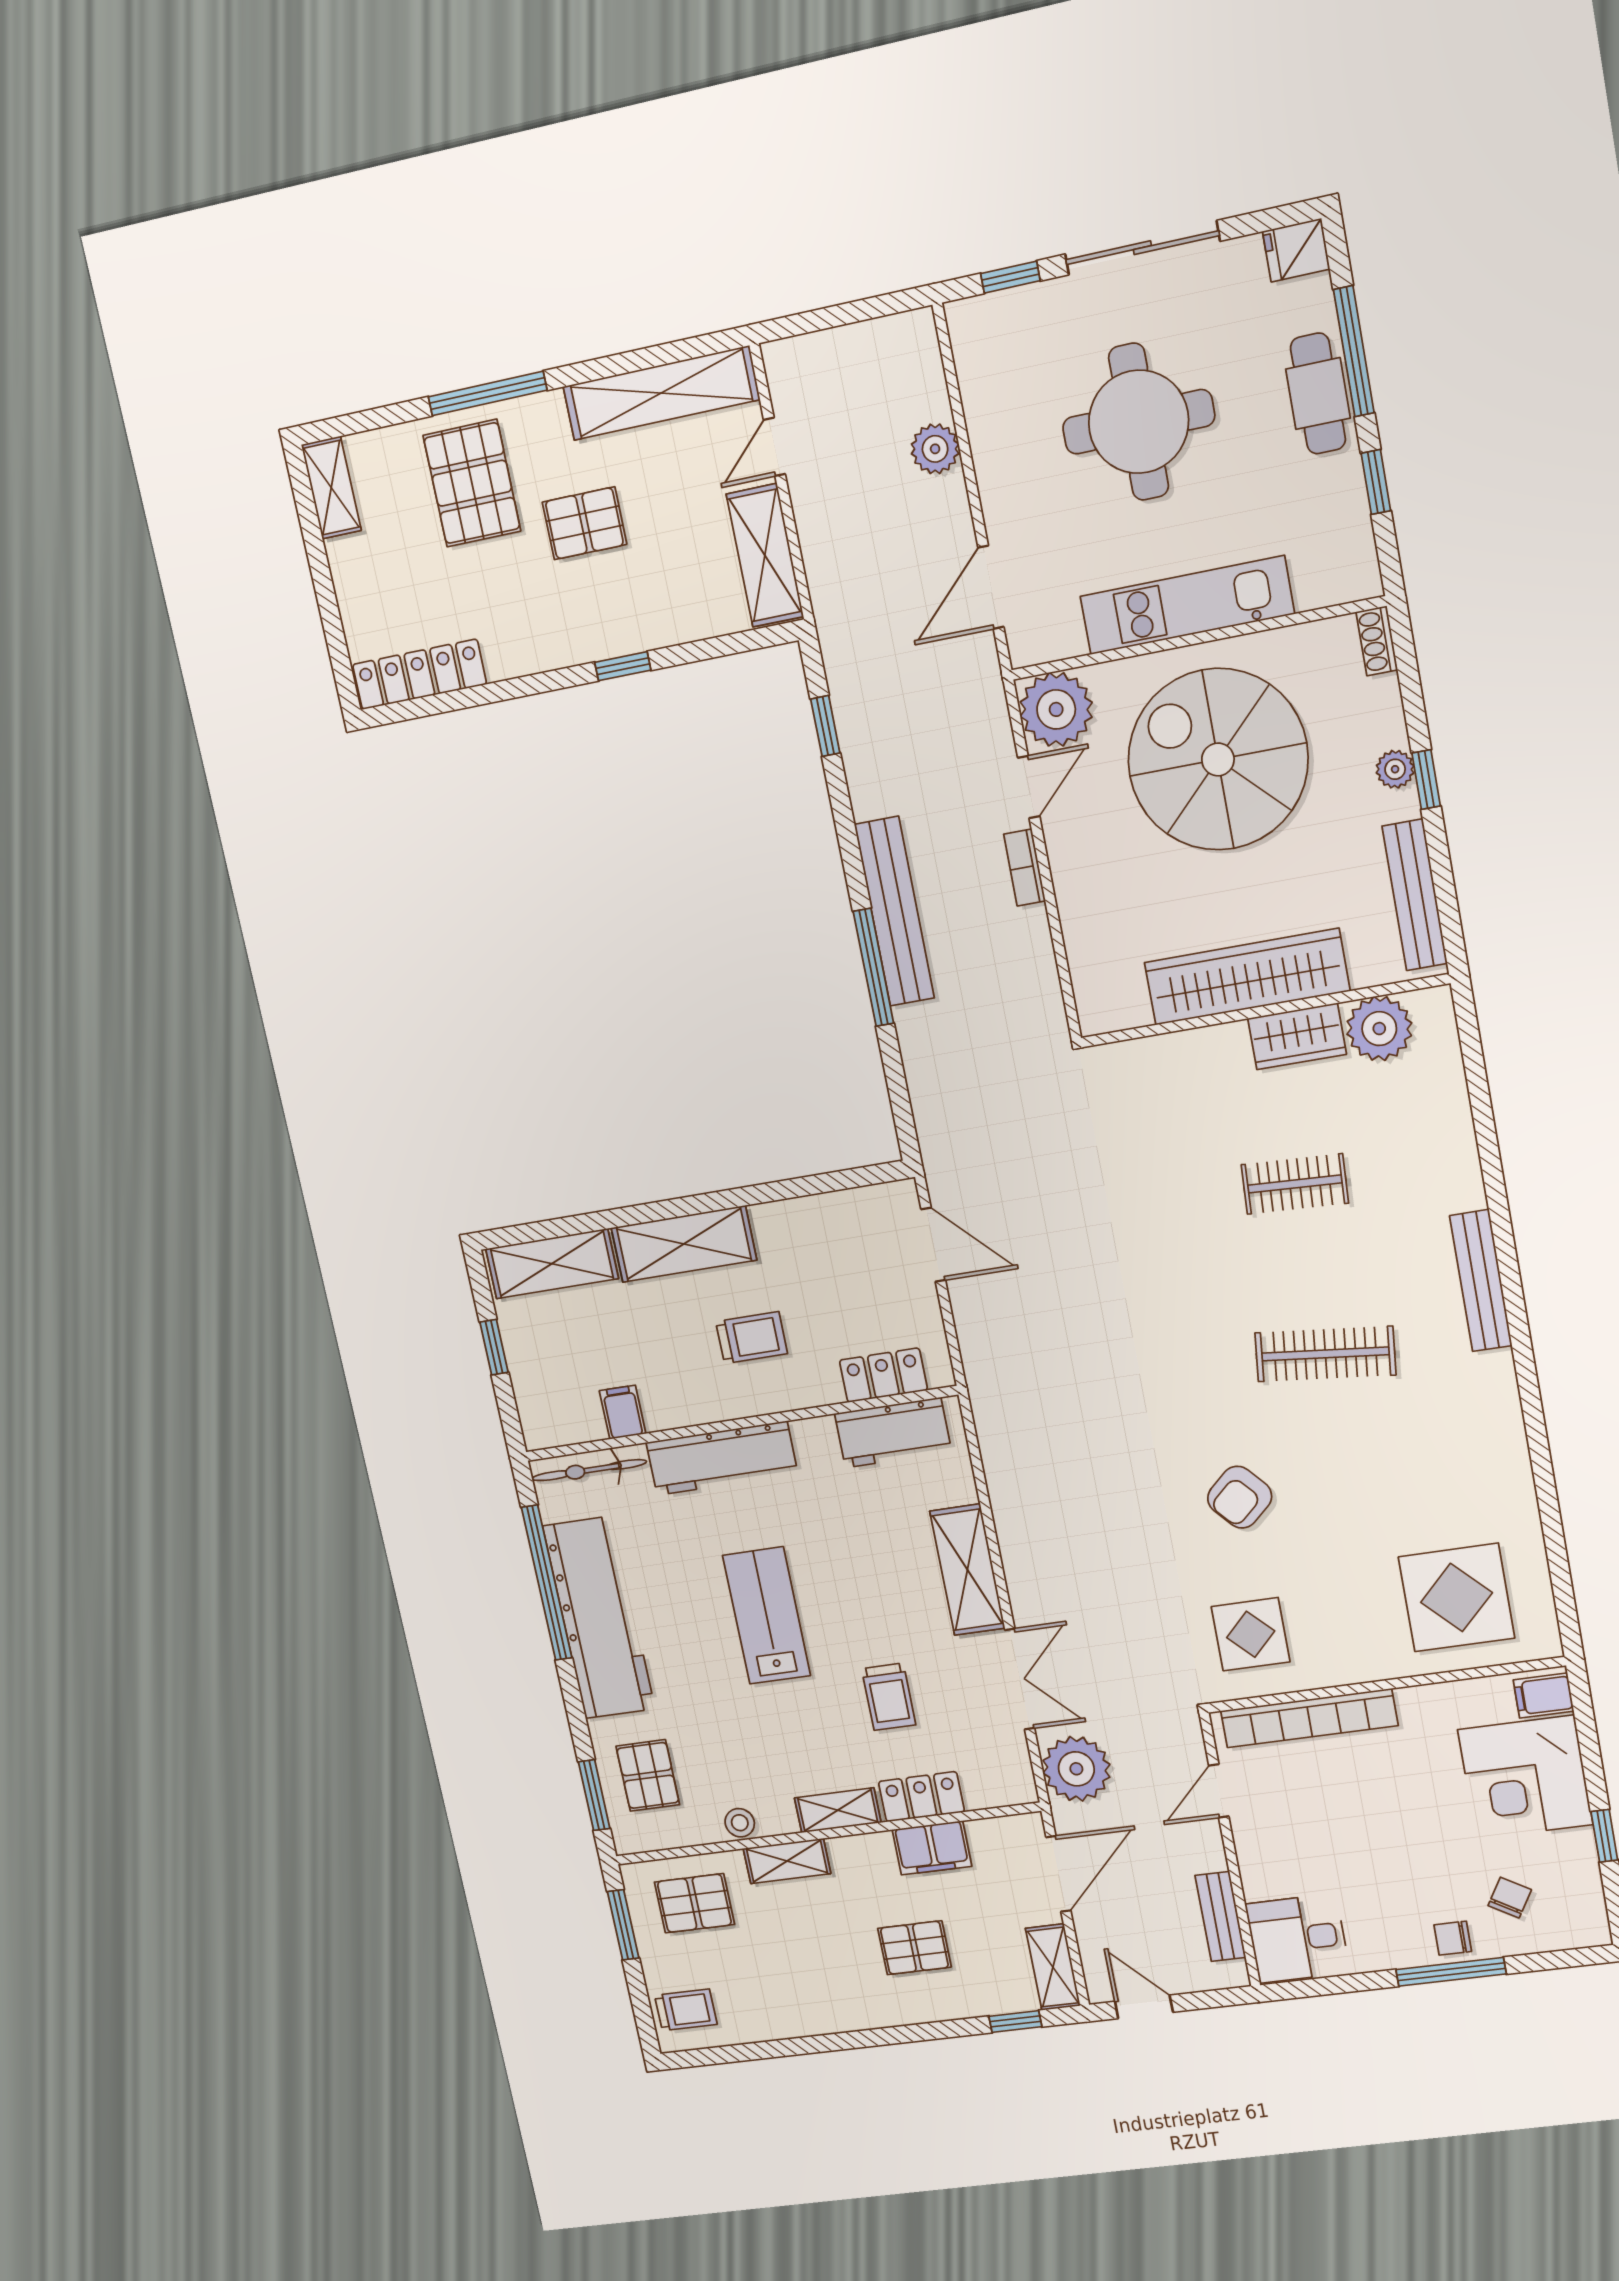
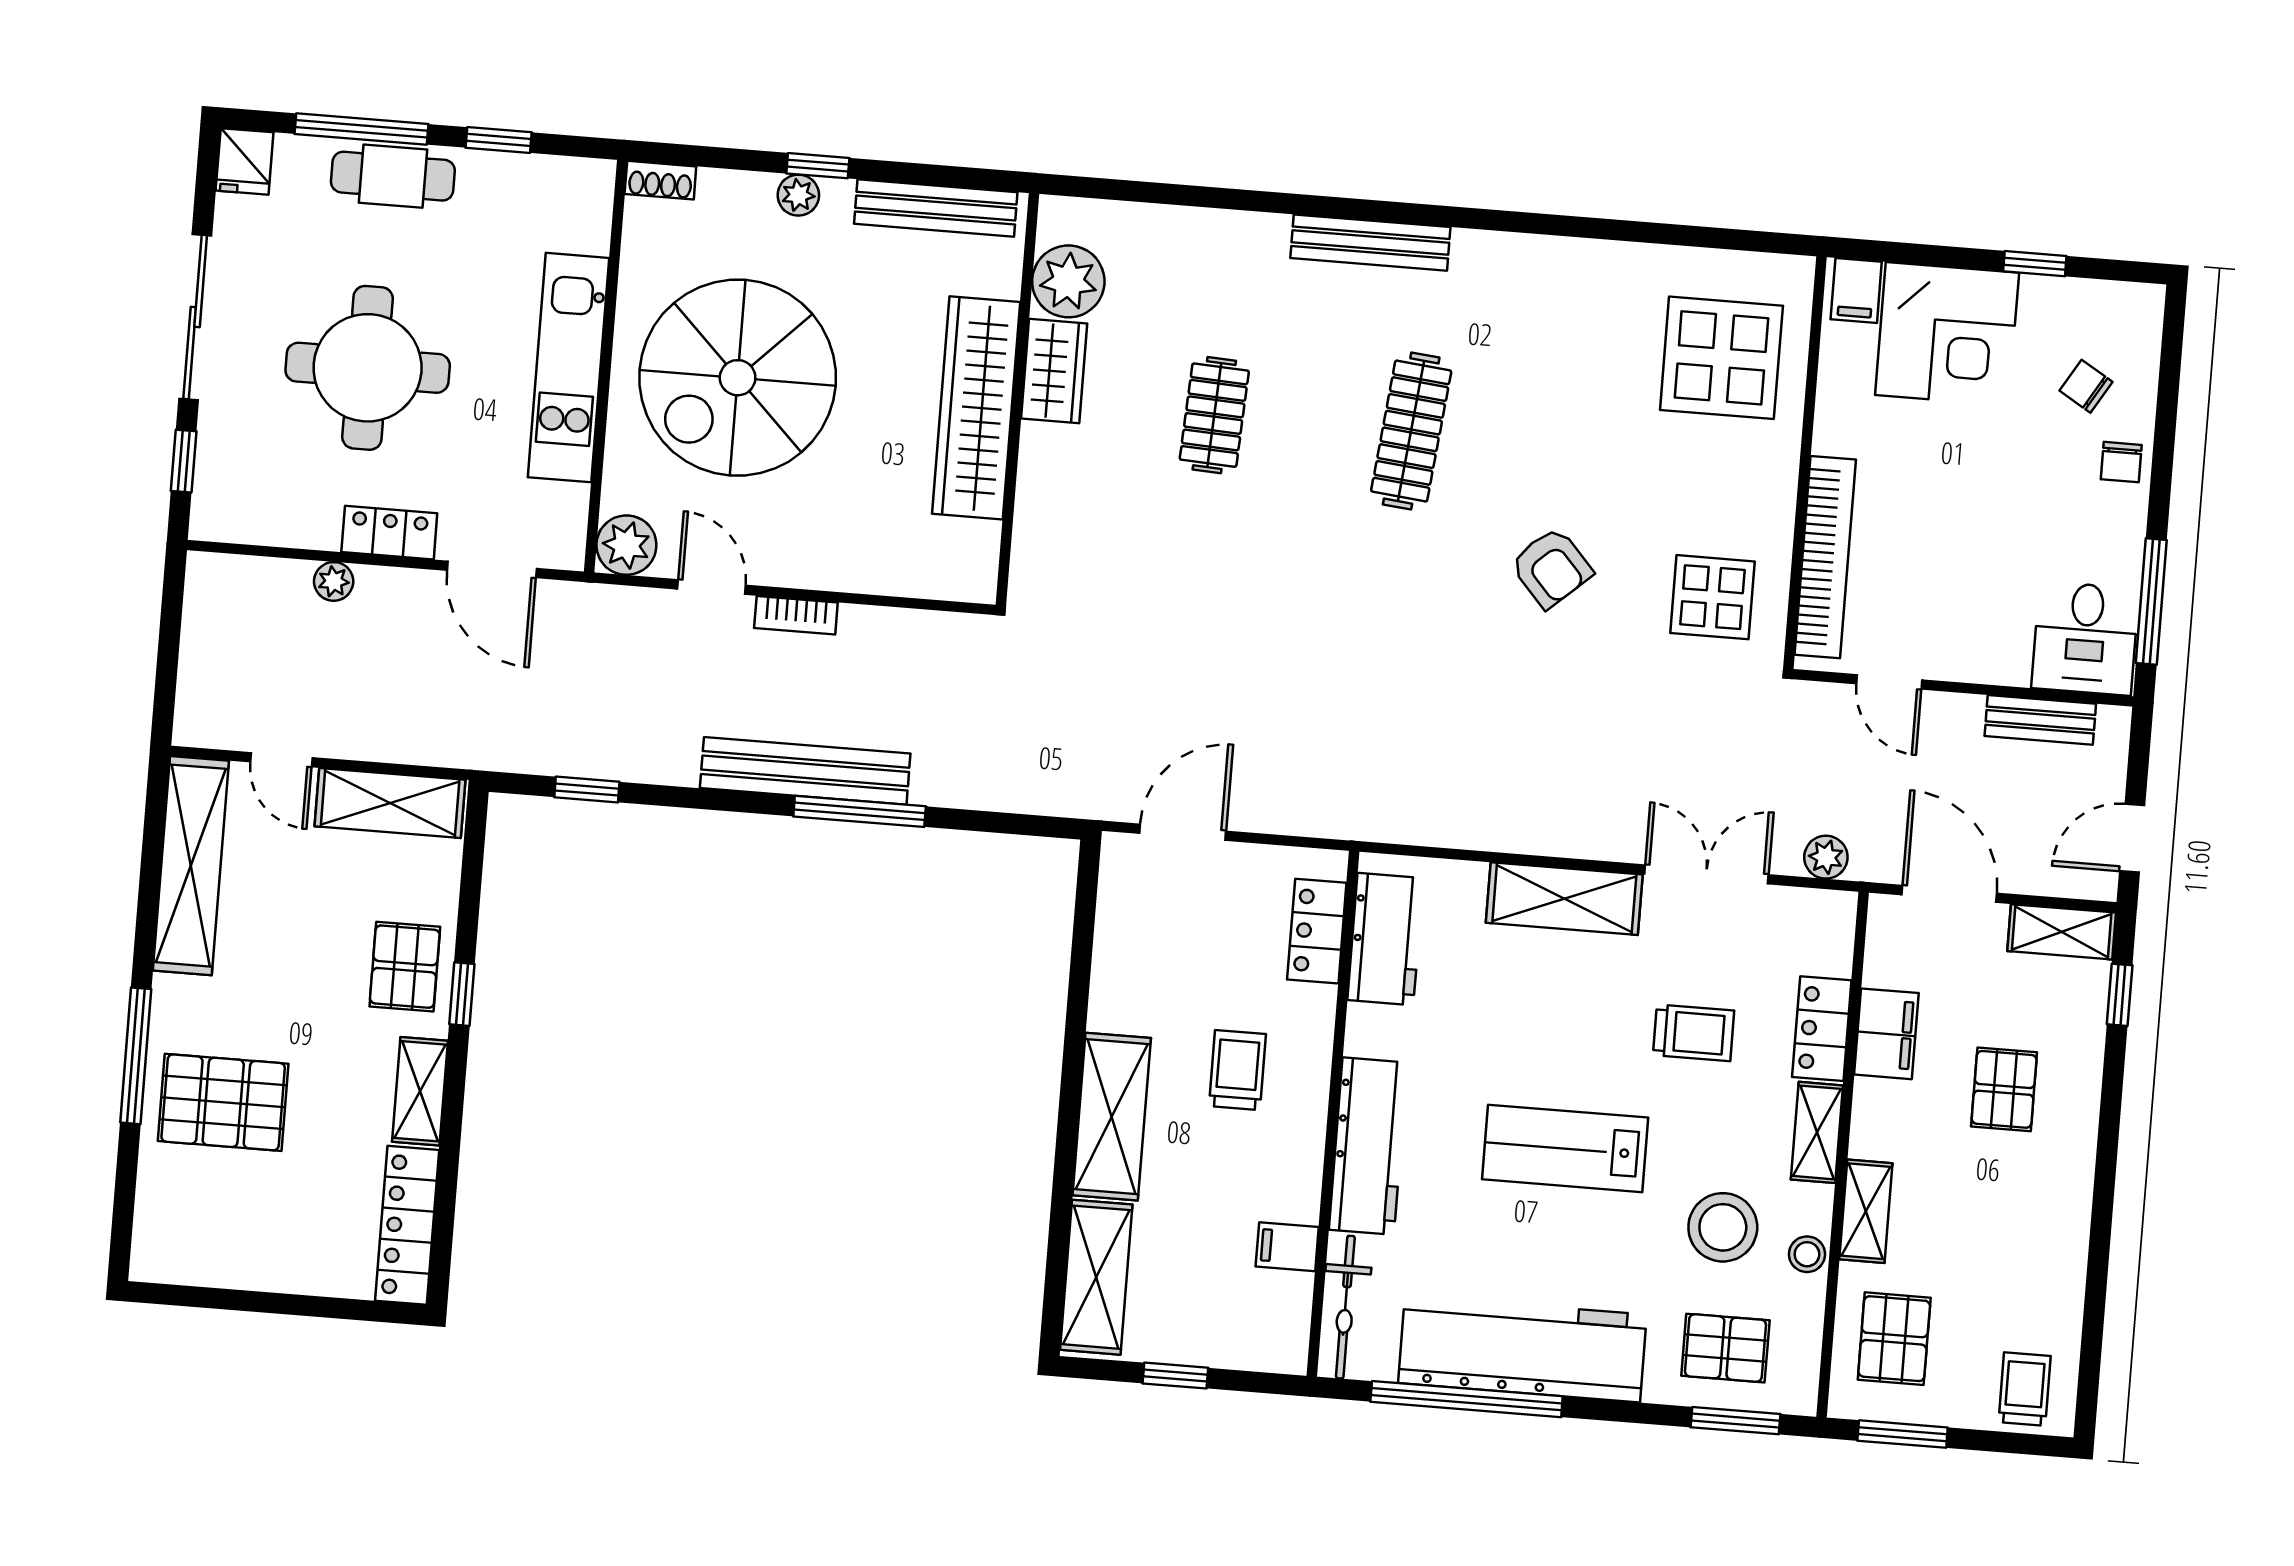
plant: (935, 449) -> (334, 581), width x0.73, depth x0.73
locker: (998, 485) -> (389, 533), added
shelving: (331, 488) -> (420, 1091), moved, turned 90
pallet: (584, 523) -> (405, 967), moved
plant: (1056, 709) -> (626, 545), width x0.73, depth x0.73
stool: (741, 1753) -> (1723, 1227), added
plant: (1076, 1769) -> (1826, 857), width x0.53, depth x0.53
window: (1451, 1972) -> (2151, 601), moved

